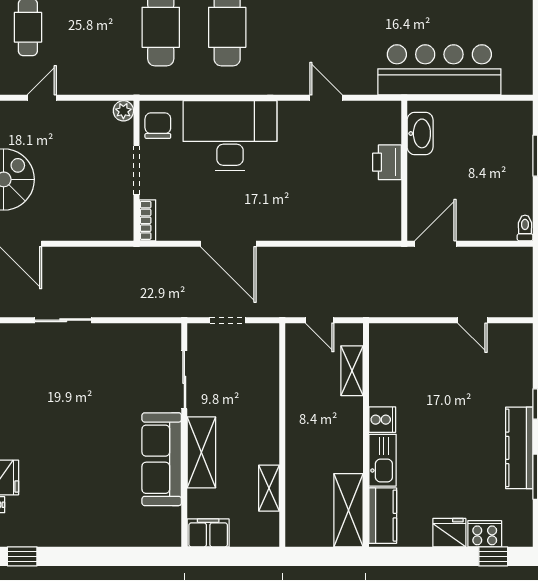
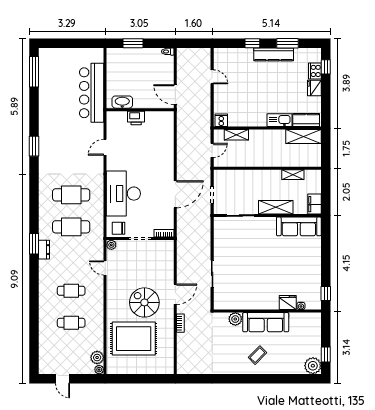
door: (42, 98) -> (105, 268), moved
door: (472, 320) -> (212, 77), hinge flipped
cooker: (382, 420) -> (221, 120), moved
sofa: (162, 459) -> (299, 226), moved

